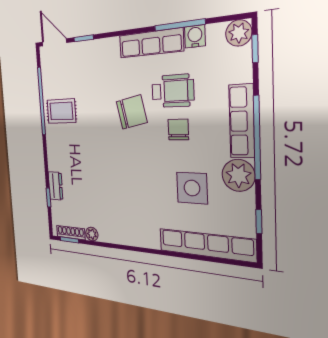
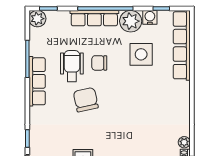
water cooler: (195, 36) -> (150, 17), moved, turned 90

